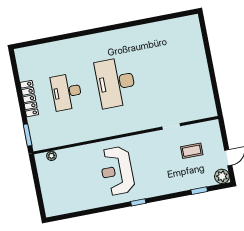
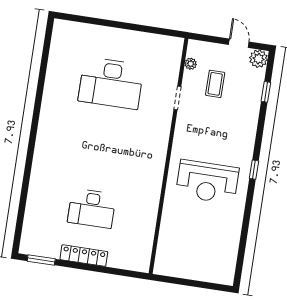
desk: (116, 83) -> (111, 83), moved
window: (28, 135) -> (41, 260), moved
plant: (51, 156) -> (191, 64), moved

